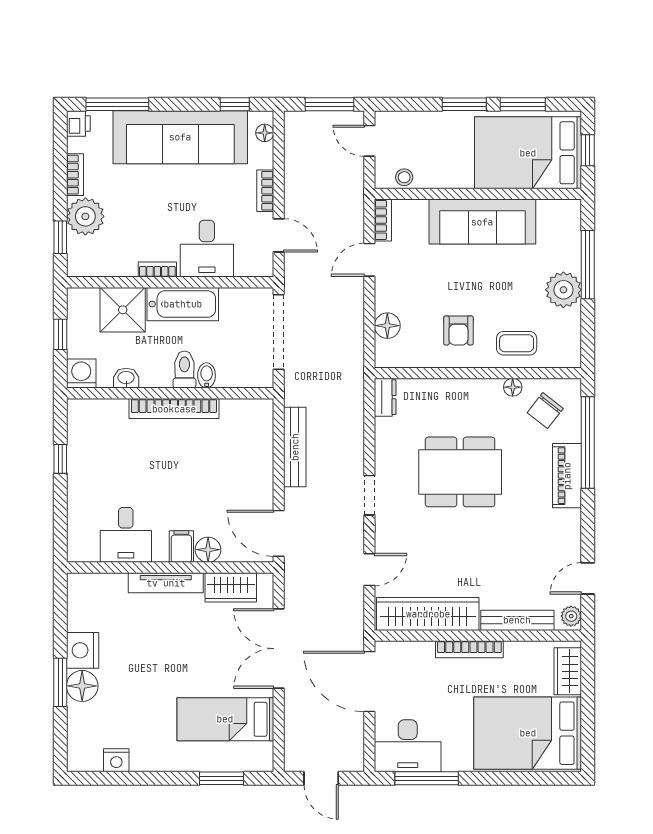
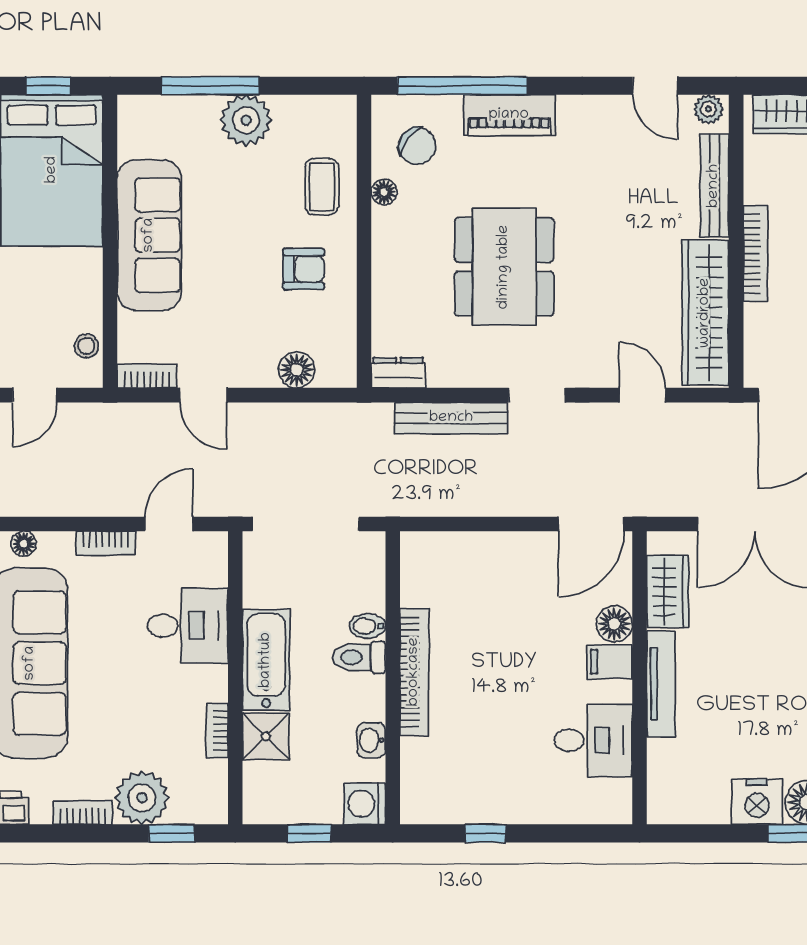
bookcase: (157, 270) -> (217, 730), moved
shower: (123, 310) -> (266, 736), width x0.73, depth x0.73
bench: (295, 447) -> (451, 418), moved

